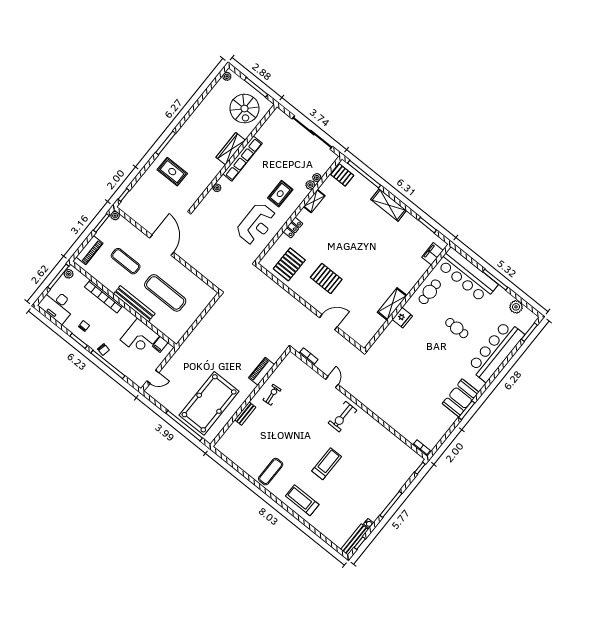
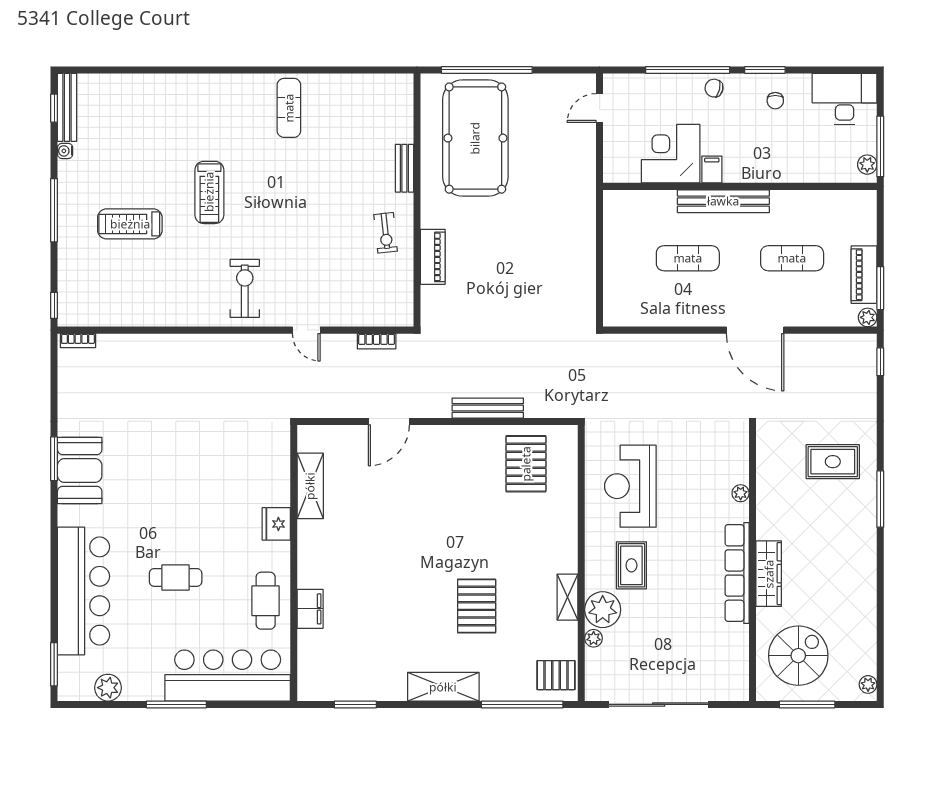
spiral stairs: (244, 109) -> (798, 656), turned 90
plant: (310, 185) -> (603, 610), width x1.87, depth x1.87
locker: (293, 228) -> (567, 527), removed
piano: (90, 250) -> (864, 275), moved
filing cabinet: (432, 254) -> (310, 609), moved
pallet: (326, 278) -> (477, 606), moved, turned 90
exercise mat: (165, 293) -> (688, 258), width x0.73, depth x0.69
bookcase: (104, 296) -> (782, 173), removed
bench: (287, 297) -> (488, 408), added
shelving: (392, 304) -> (310, 486), moved
filing cabinet: (160, 344) -> (712, 169), moved
treadmill: (302, 500) -> (130, 224), moved, turned 180

